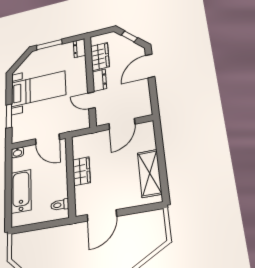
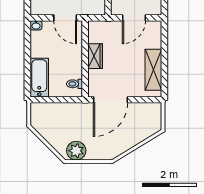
bathtub: (21, 191) -> (39, 78), moved
door: (102, 215) -> (110, 100), width x1.36

